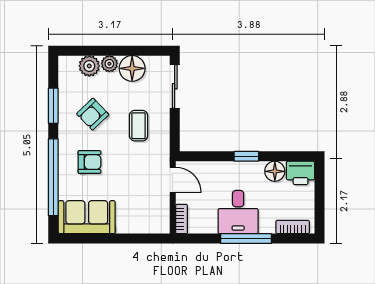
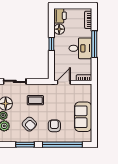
sofa: (87, 217) -> (83, 117), moved

